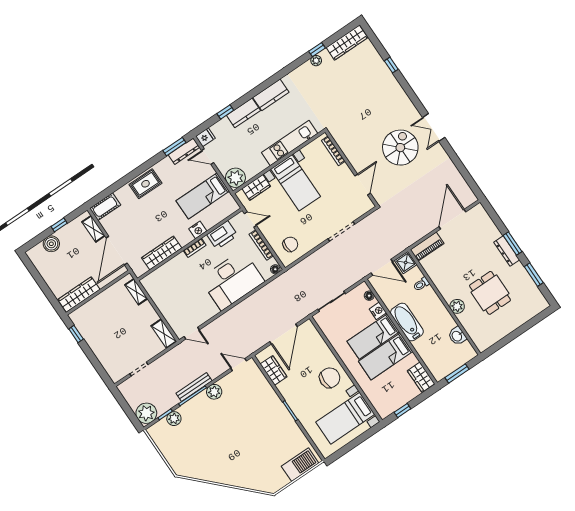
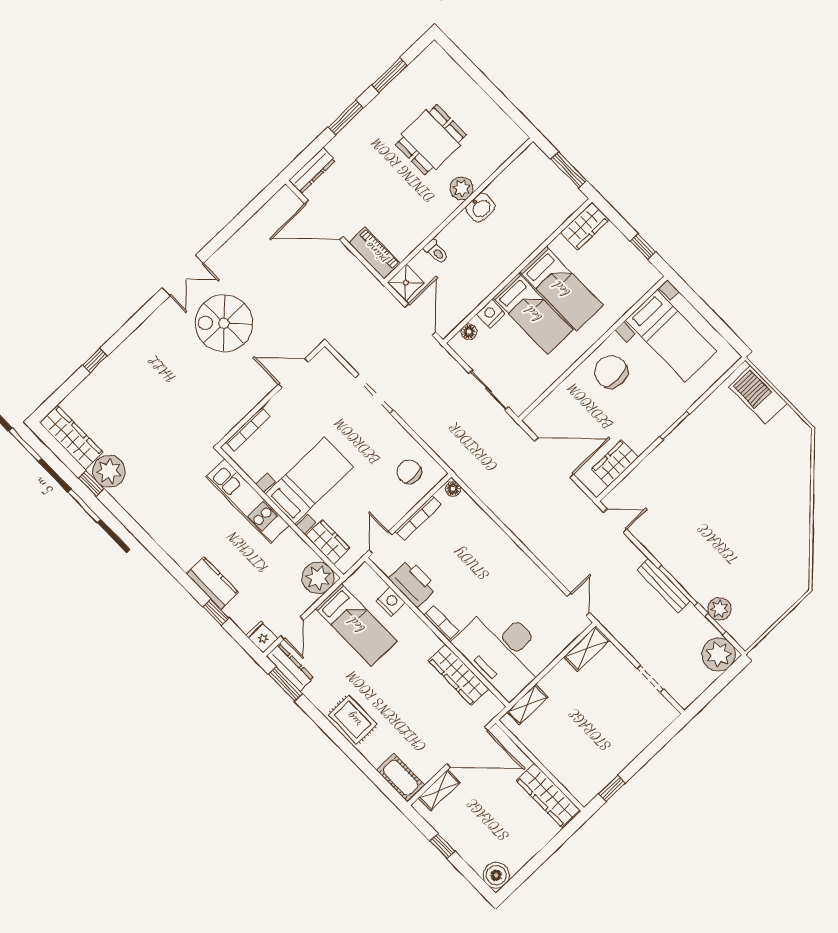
plant: (316, 61) -> (109, 471), width x1.88, depth x1.88
kitchen counter: (271, 95) -> (176, 544), removed
nightstand: (198, 230) -> (391, 602), moved
boiler: (51, 244) -> (496, 875), moved
dresser: (507, 251) -> (312, 171), moved
desk: (232, 280) -> (503, 651), moved, turned 180
bathtub: (407, 322) -> (500, 264), removed
washbasin: (457, 336) -> (480, 207), moved
door: (239, 365) -> (615, 521), swing flipped
plant: (214, 392) -> (665, 552), removed

